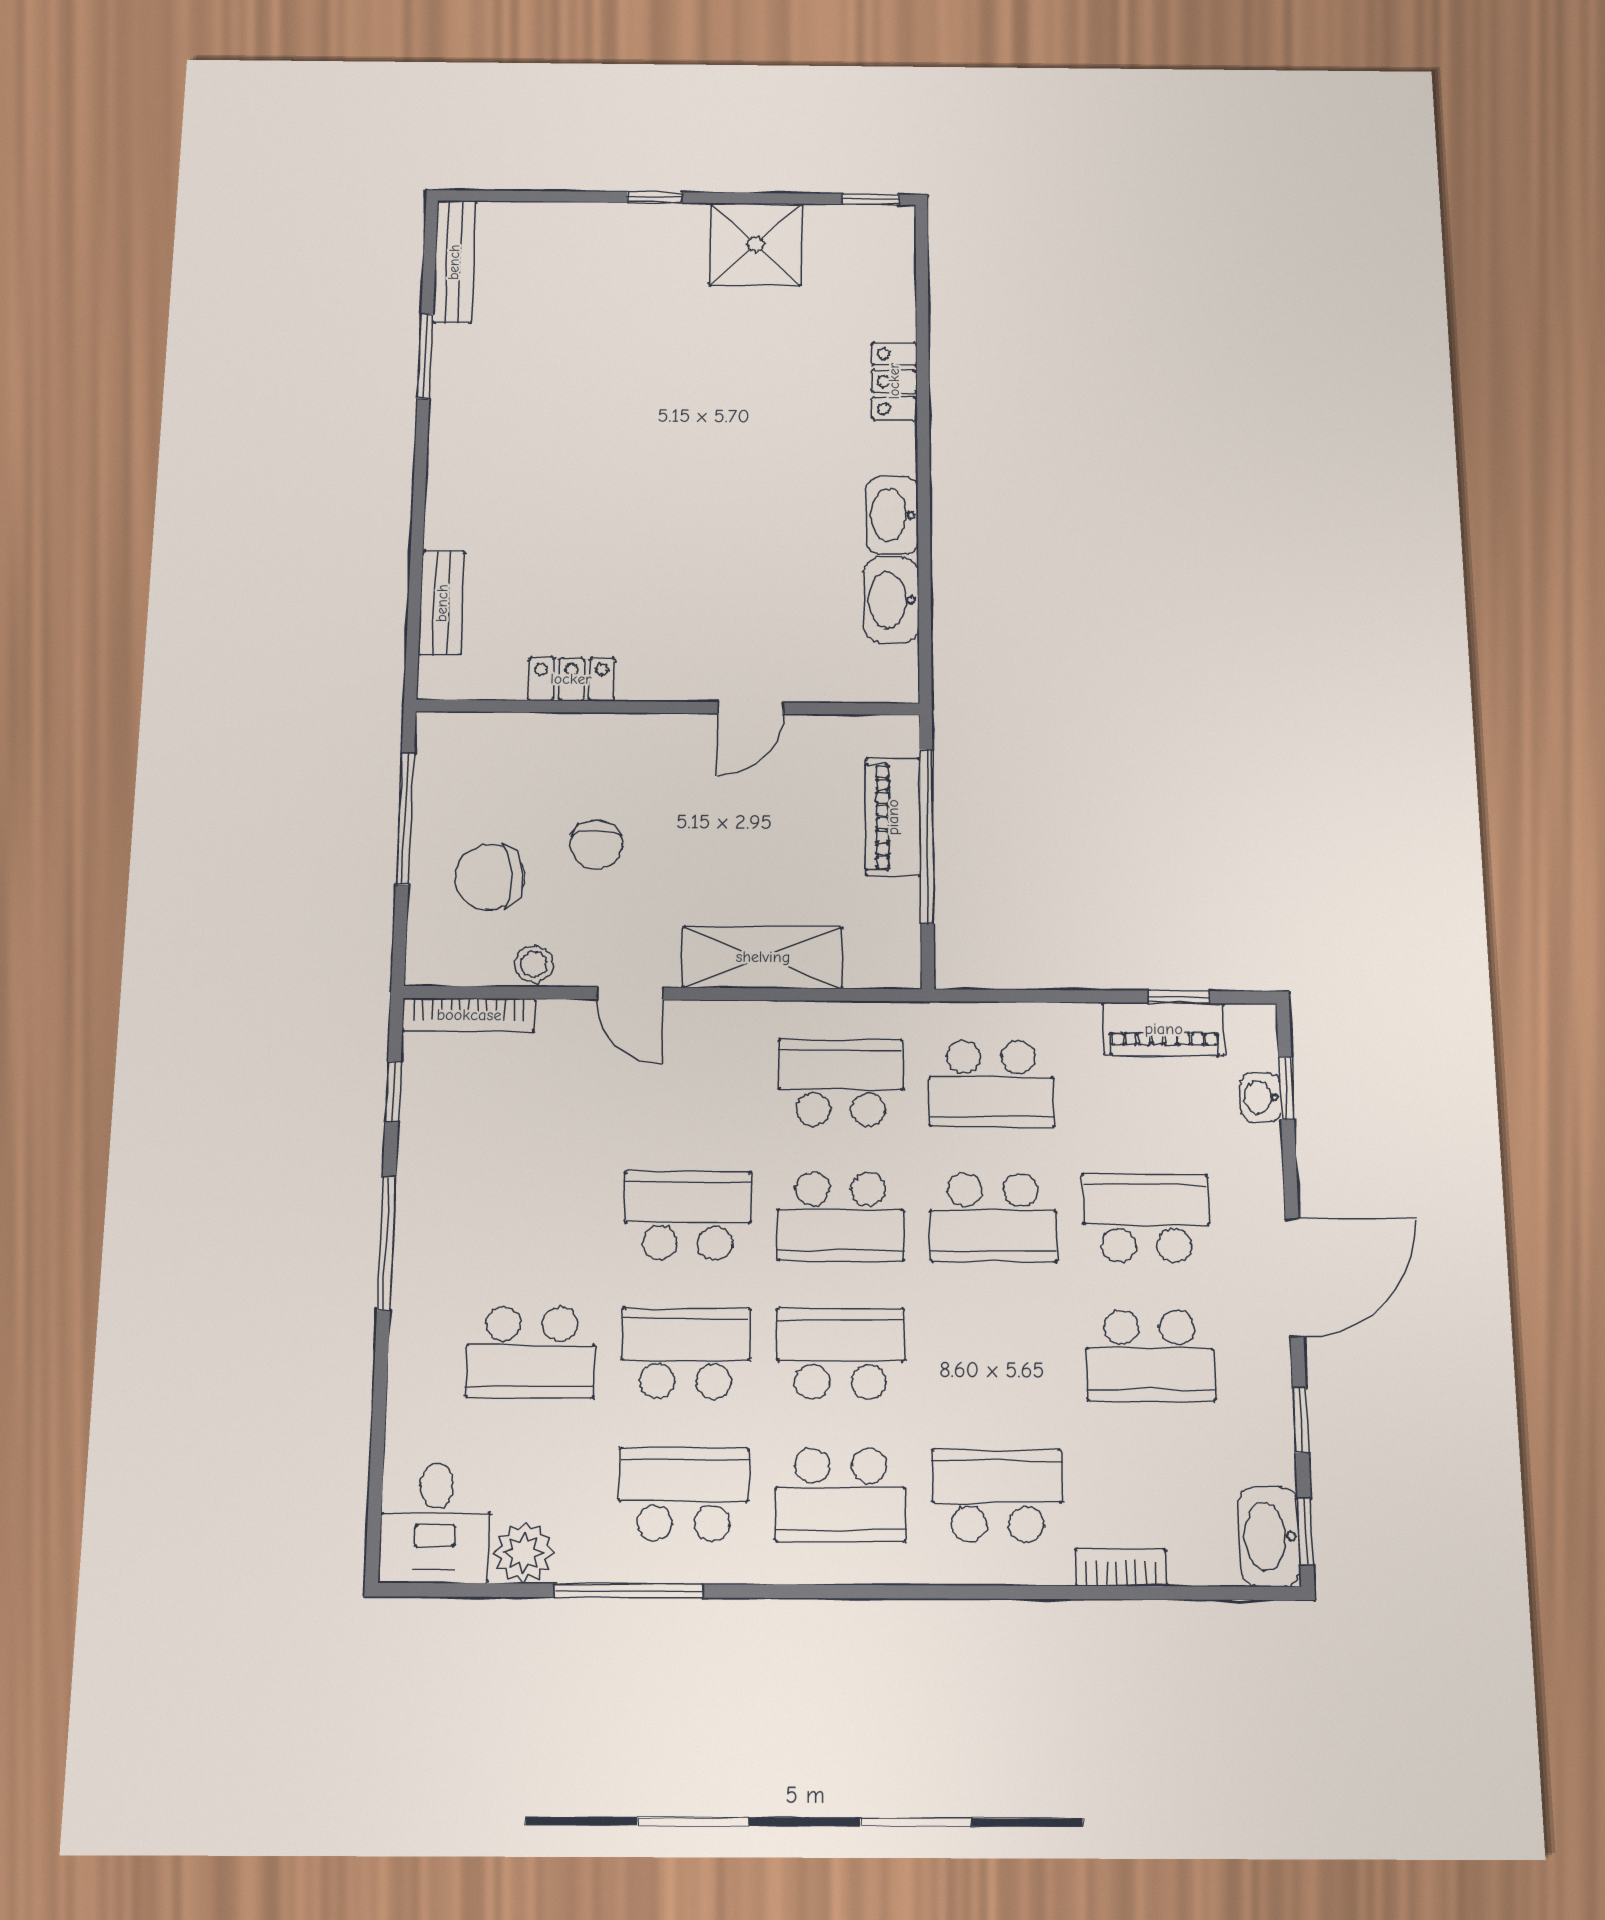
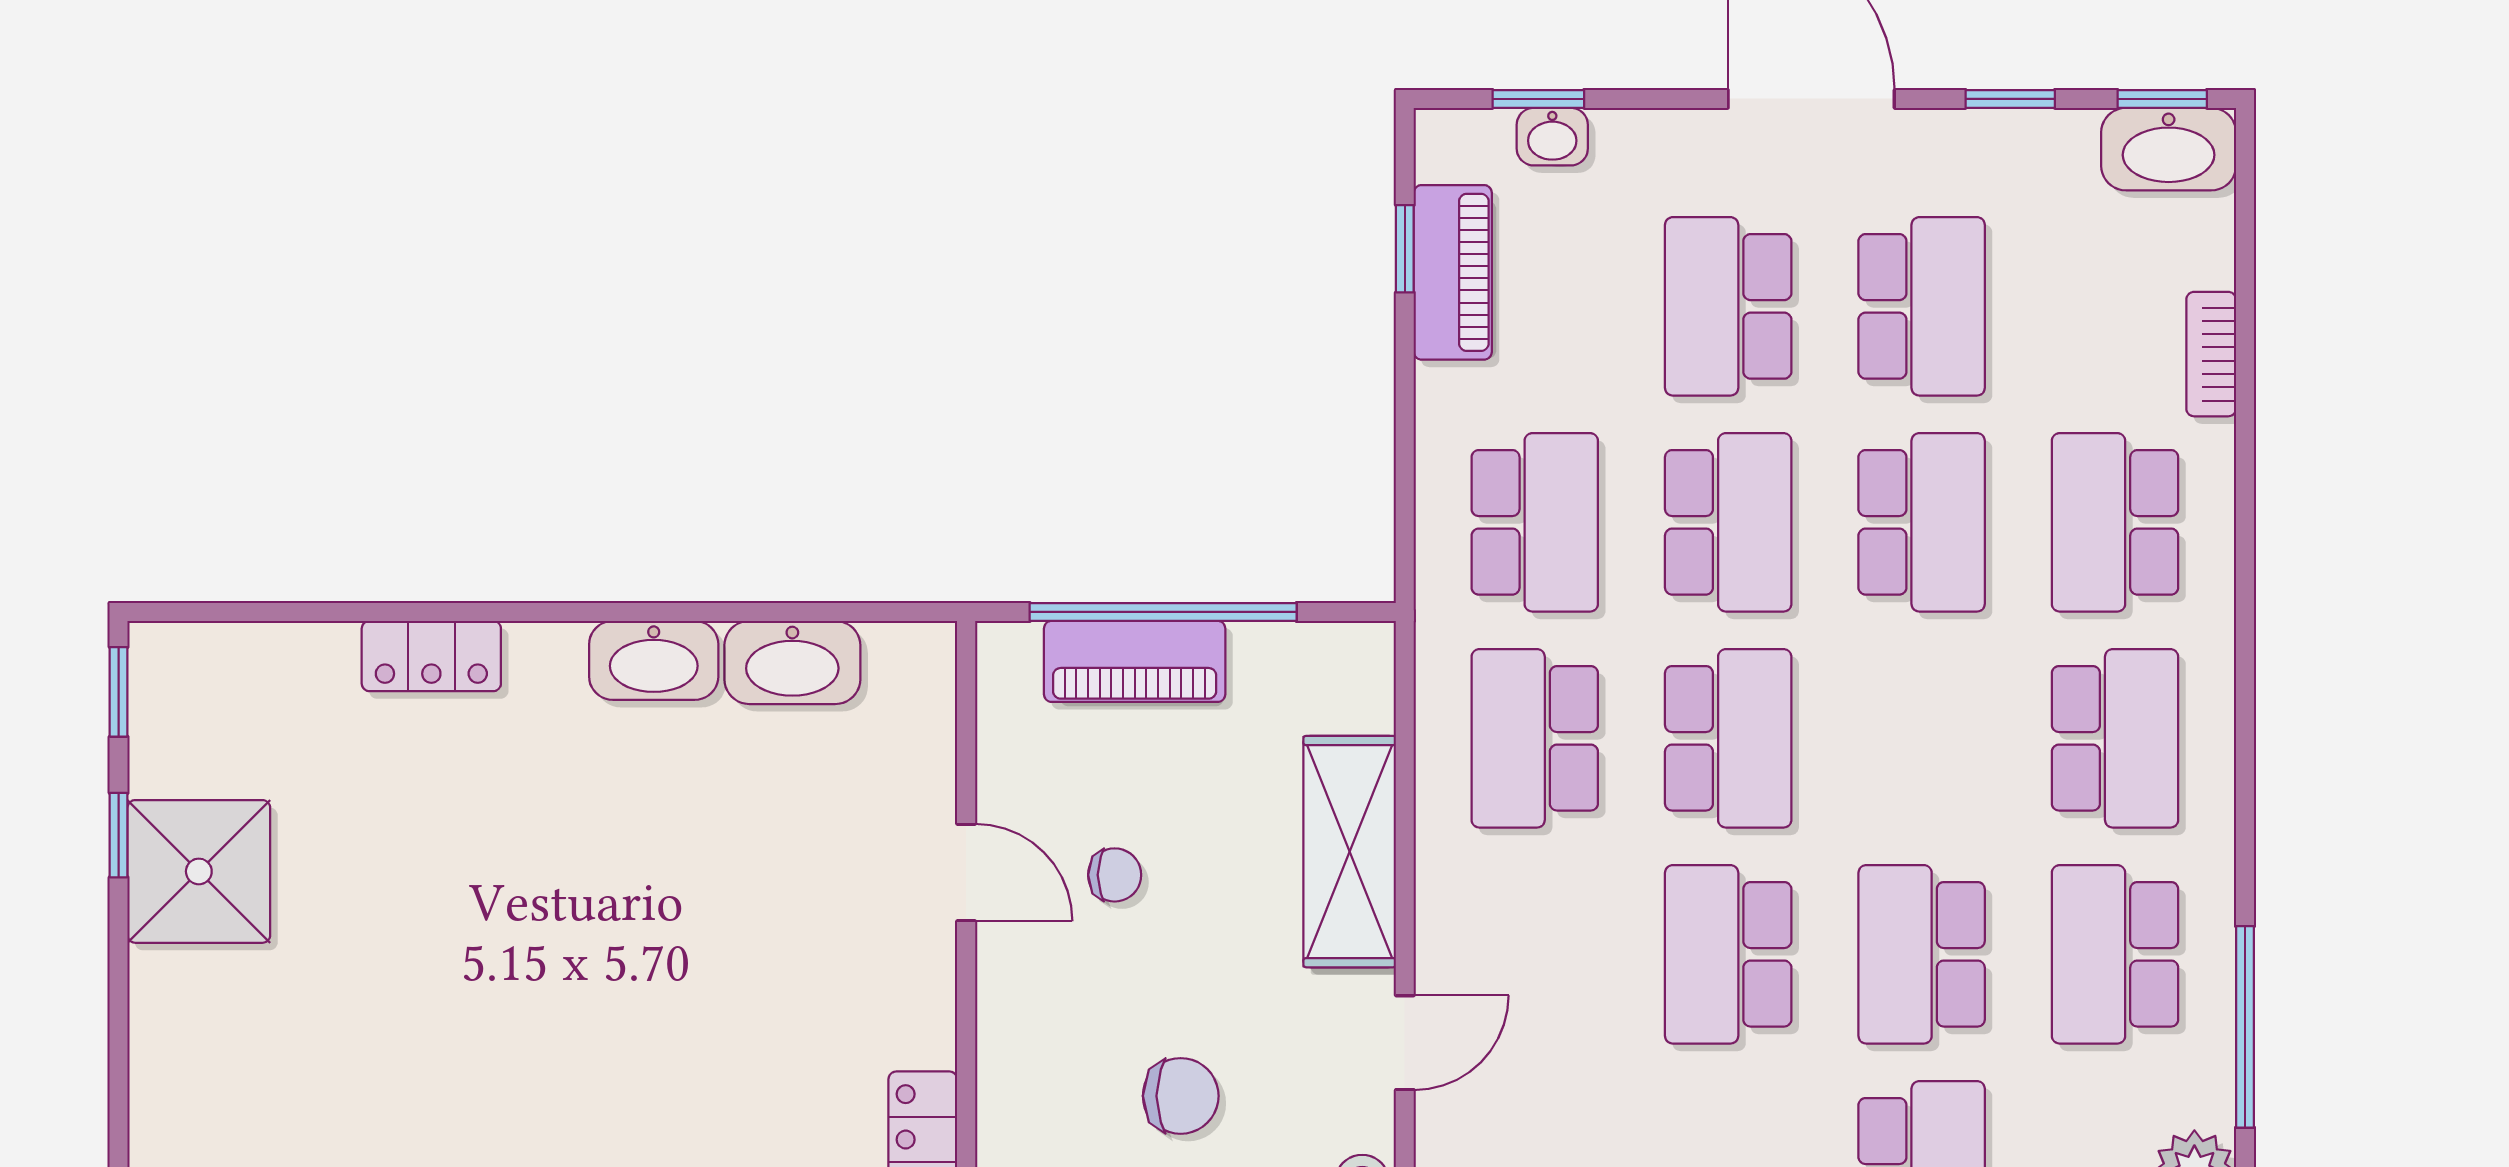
window: (654, 197) -> (119, 835), moved
chair: (748, 803) -> (1115, 875), added
school desk: (841, 1354) -> (1922, 522), moved, turned 180

